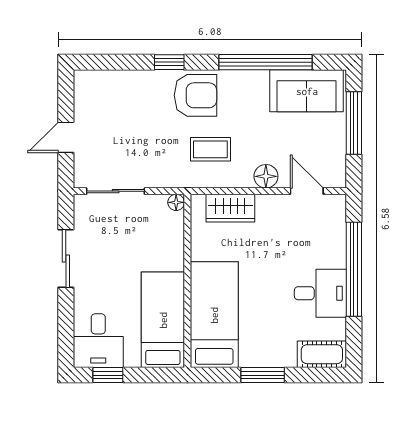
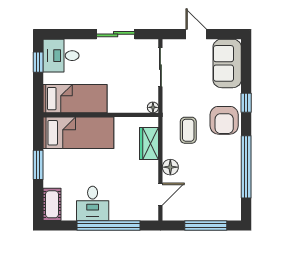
sofa: (307, 91) -> (227, 63), moved

